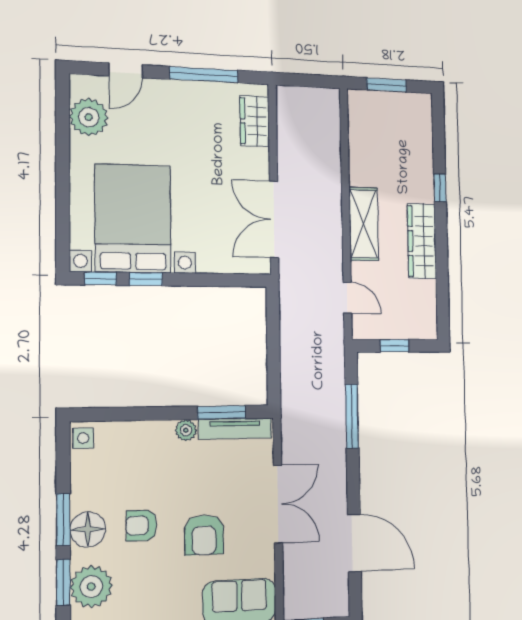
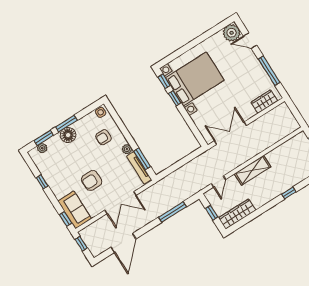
plant: (89, 117) -> (232, 33), moved
wardrobe: (422, 241) -> (237, 214), moved
armchair: (141, 525) -> (103, 137), moved, turned -90
plant: (91, 587) -> (42, 148), width x0.53, depth x0.53

